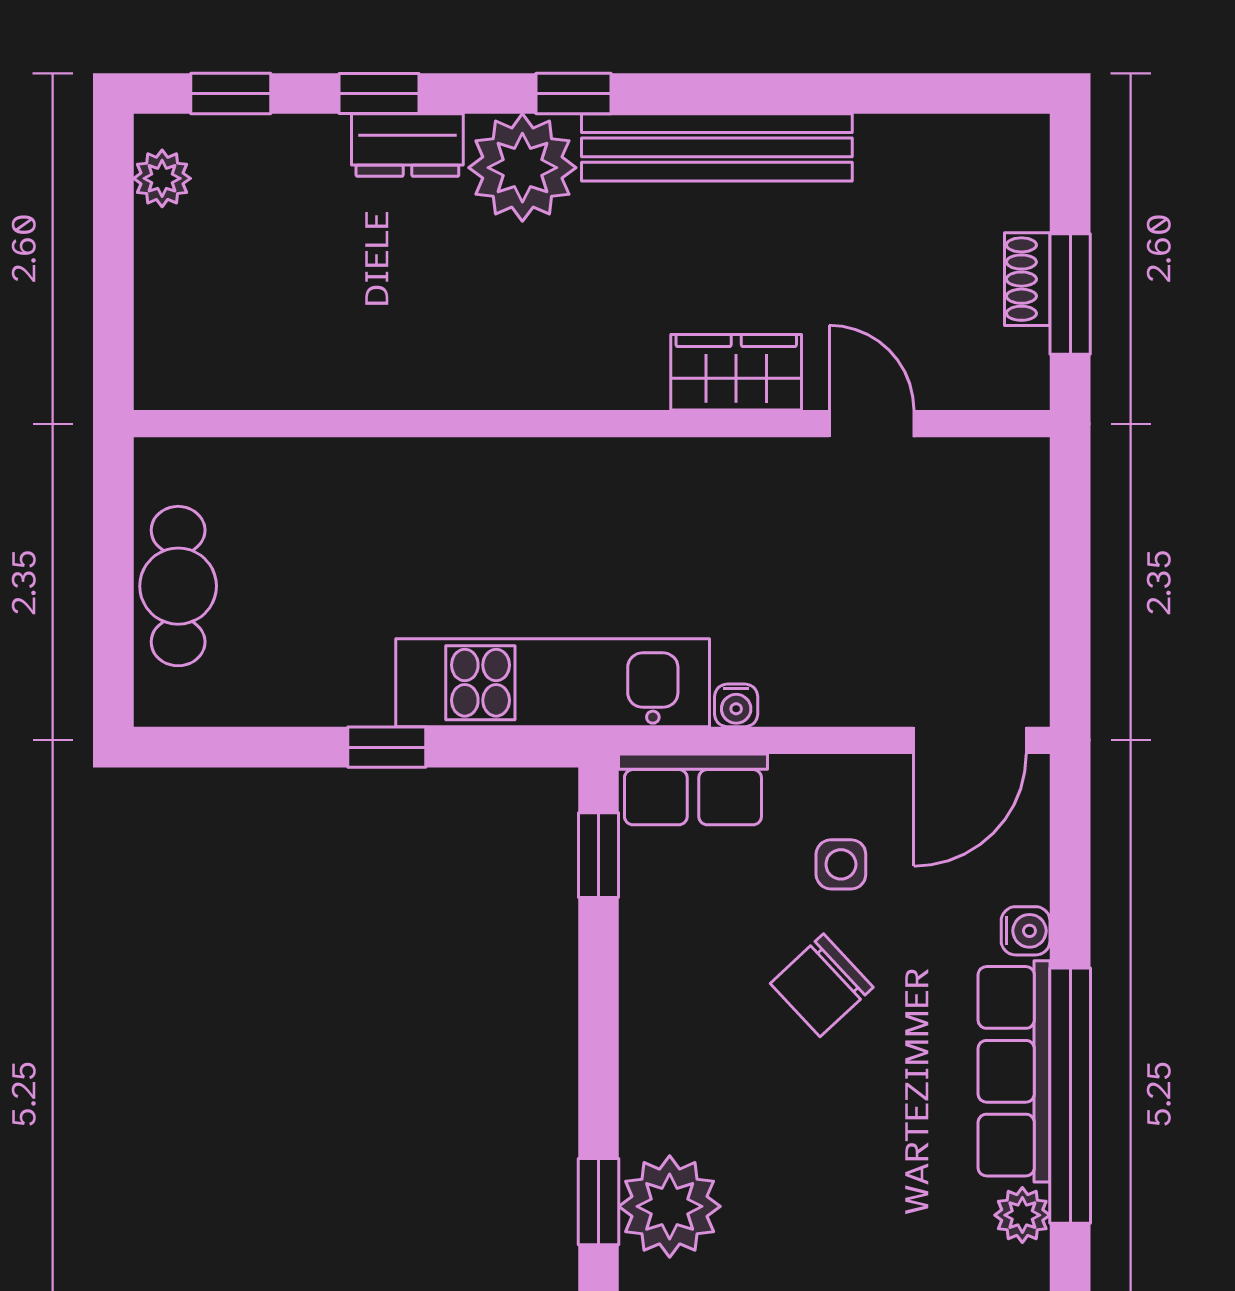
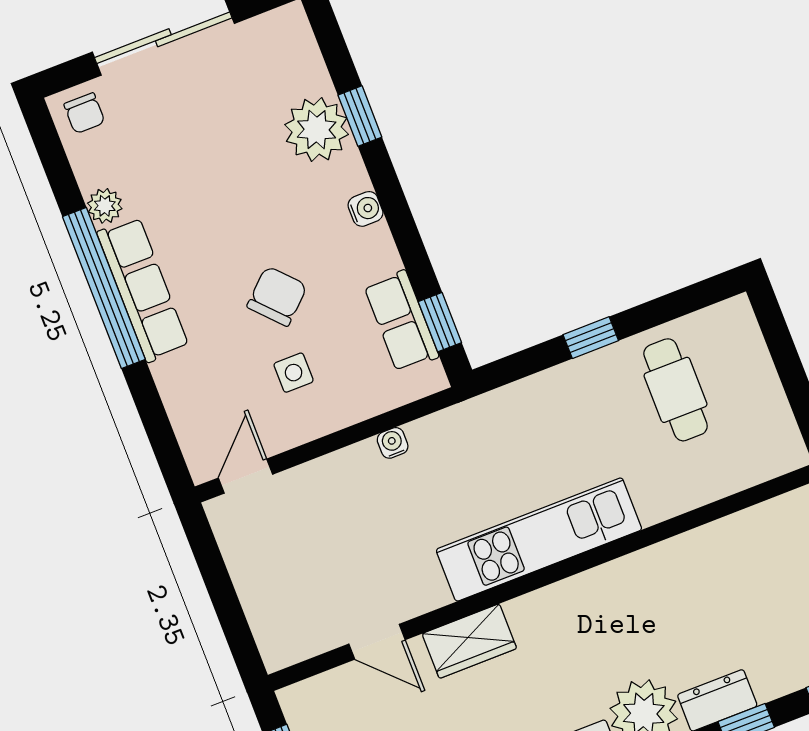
cafe table: (178, 586) -> (676, 390), moved
kitchen unit: (553, 683) -> (539, 540), moved, turned 180
door: (970, 740) -> (245, 476), width x0.73
row of seats: (693, 789) -> (401, 321), moved, turned -90
water cooler: (1026, 931) -> (366, 209), moved, turned 180

